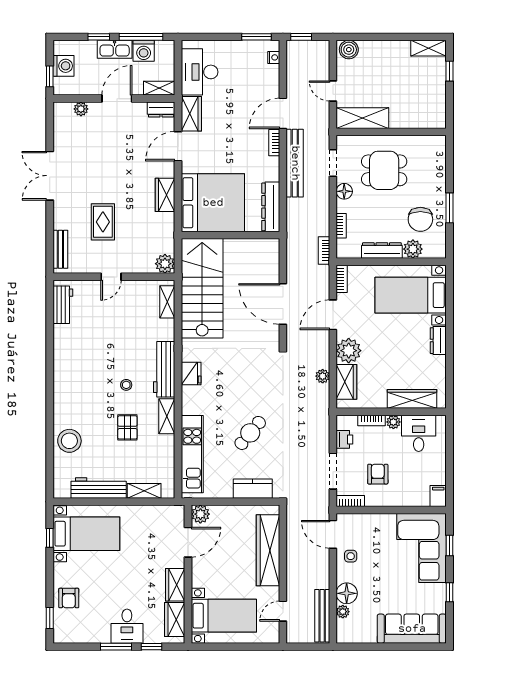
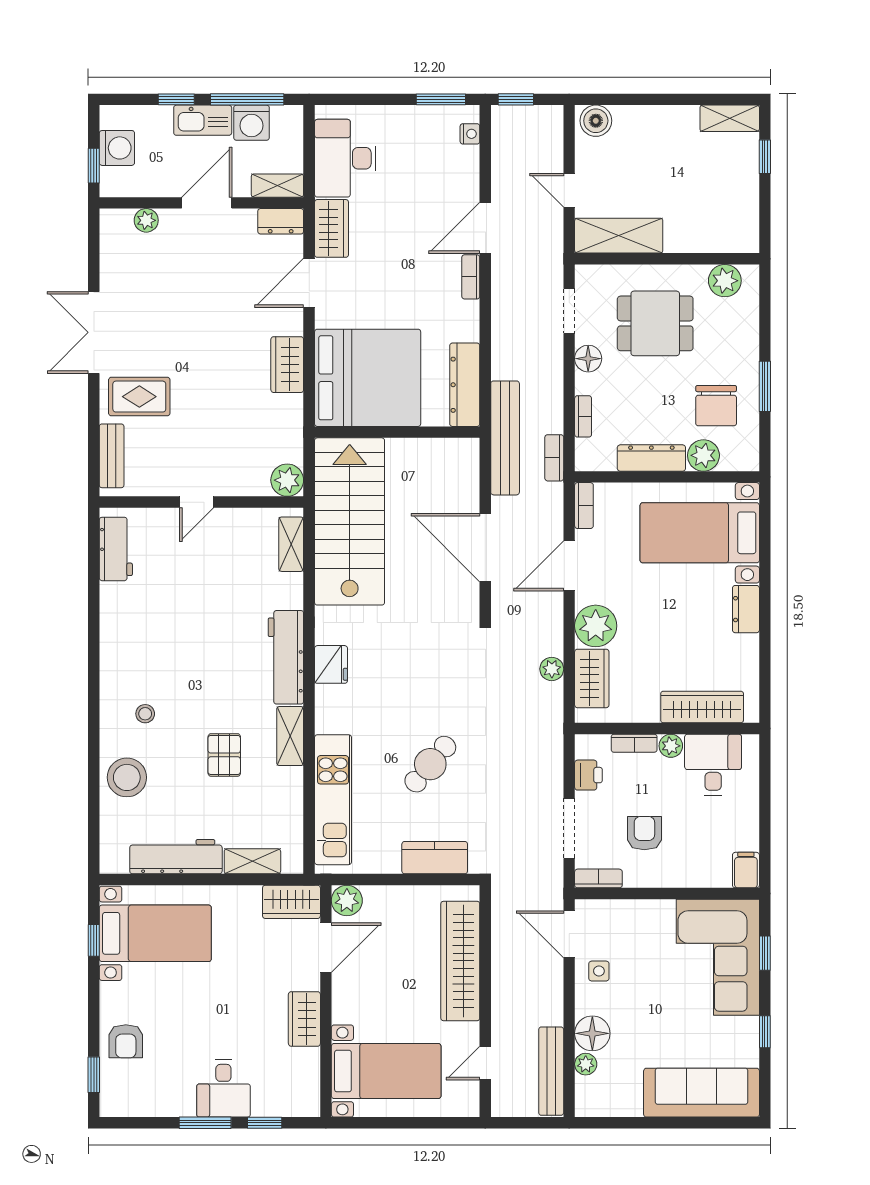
plant: (426, 145) -> (725, 281), added
bench: (295, 163) -> (505, 438), moved
rug: (103, 222) -> (139, 397), moved, turned 90
stool: (126, 385) -> (145, 714), moved
wardrobe: (175, 620) -> (291, 902), moved, turned -90

